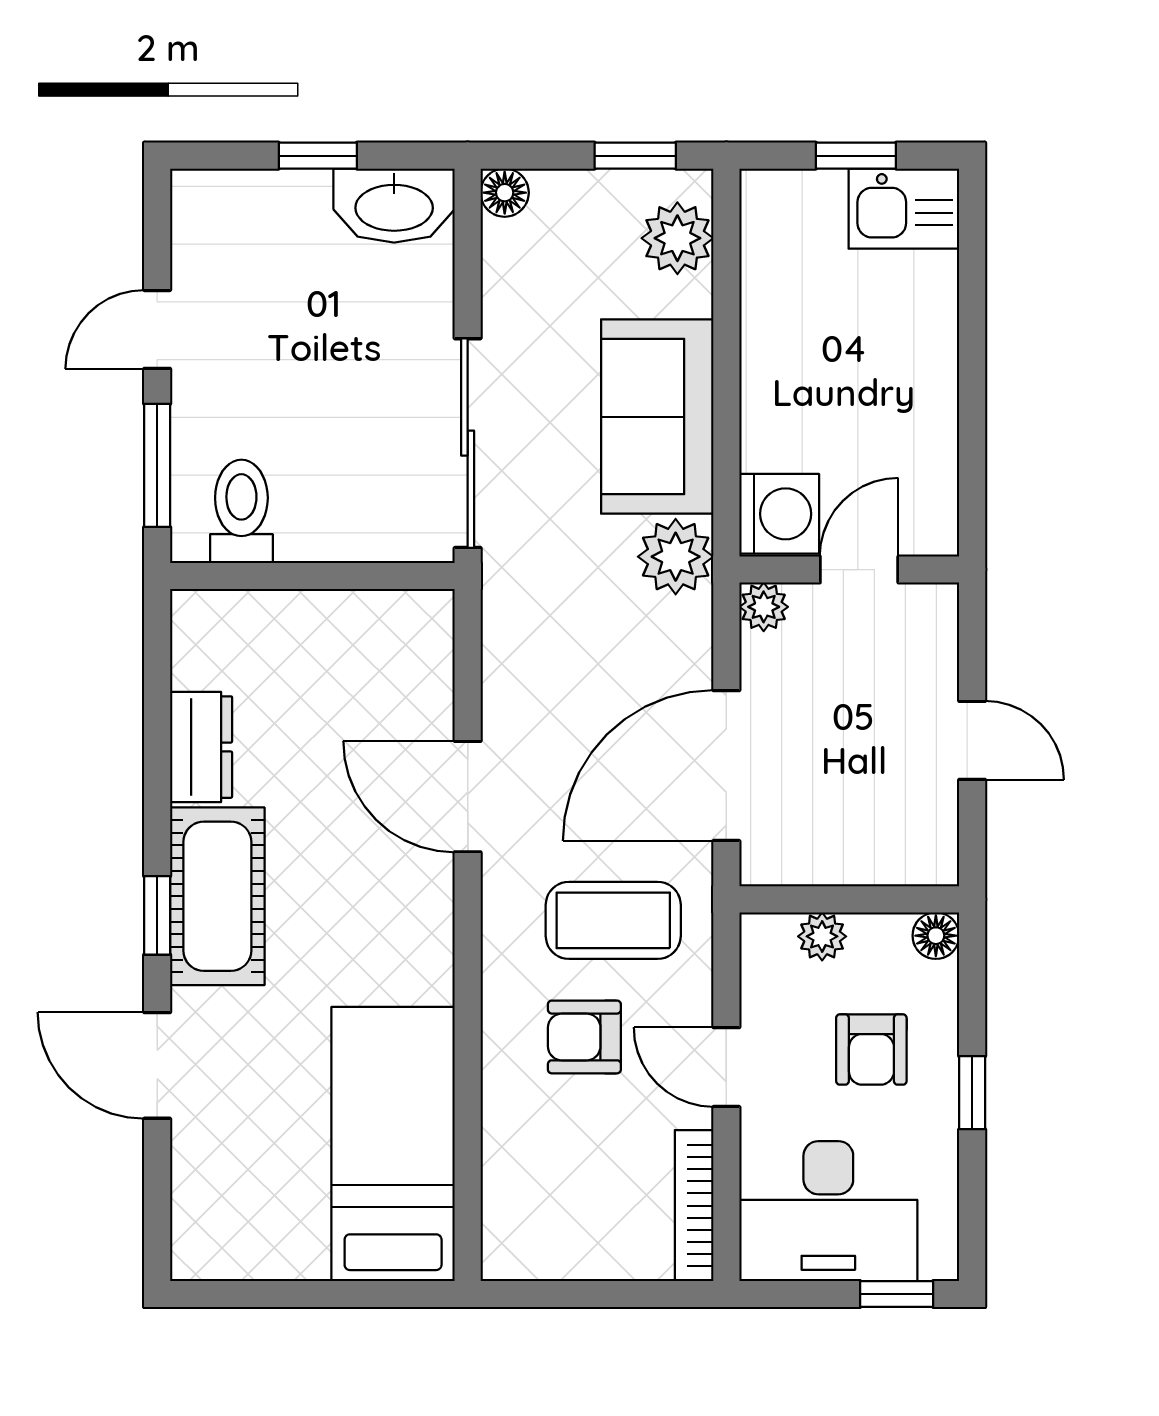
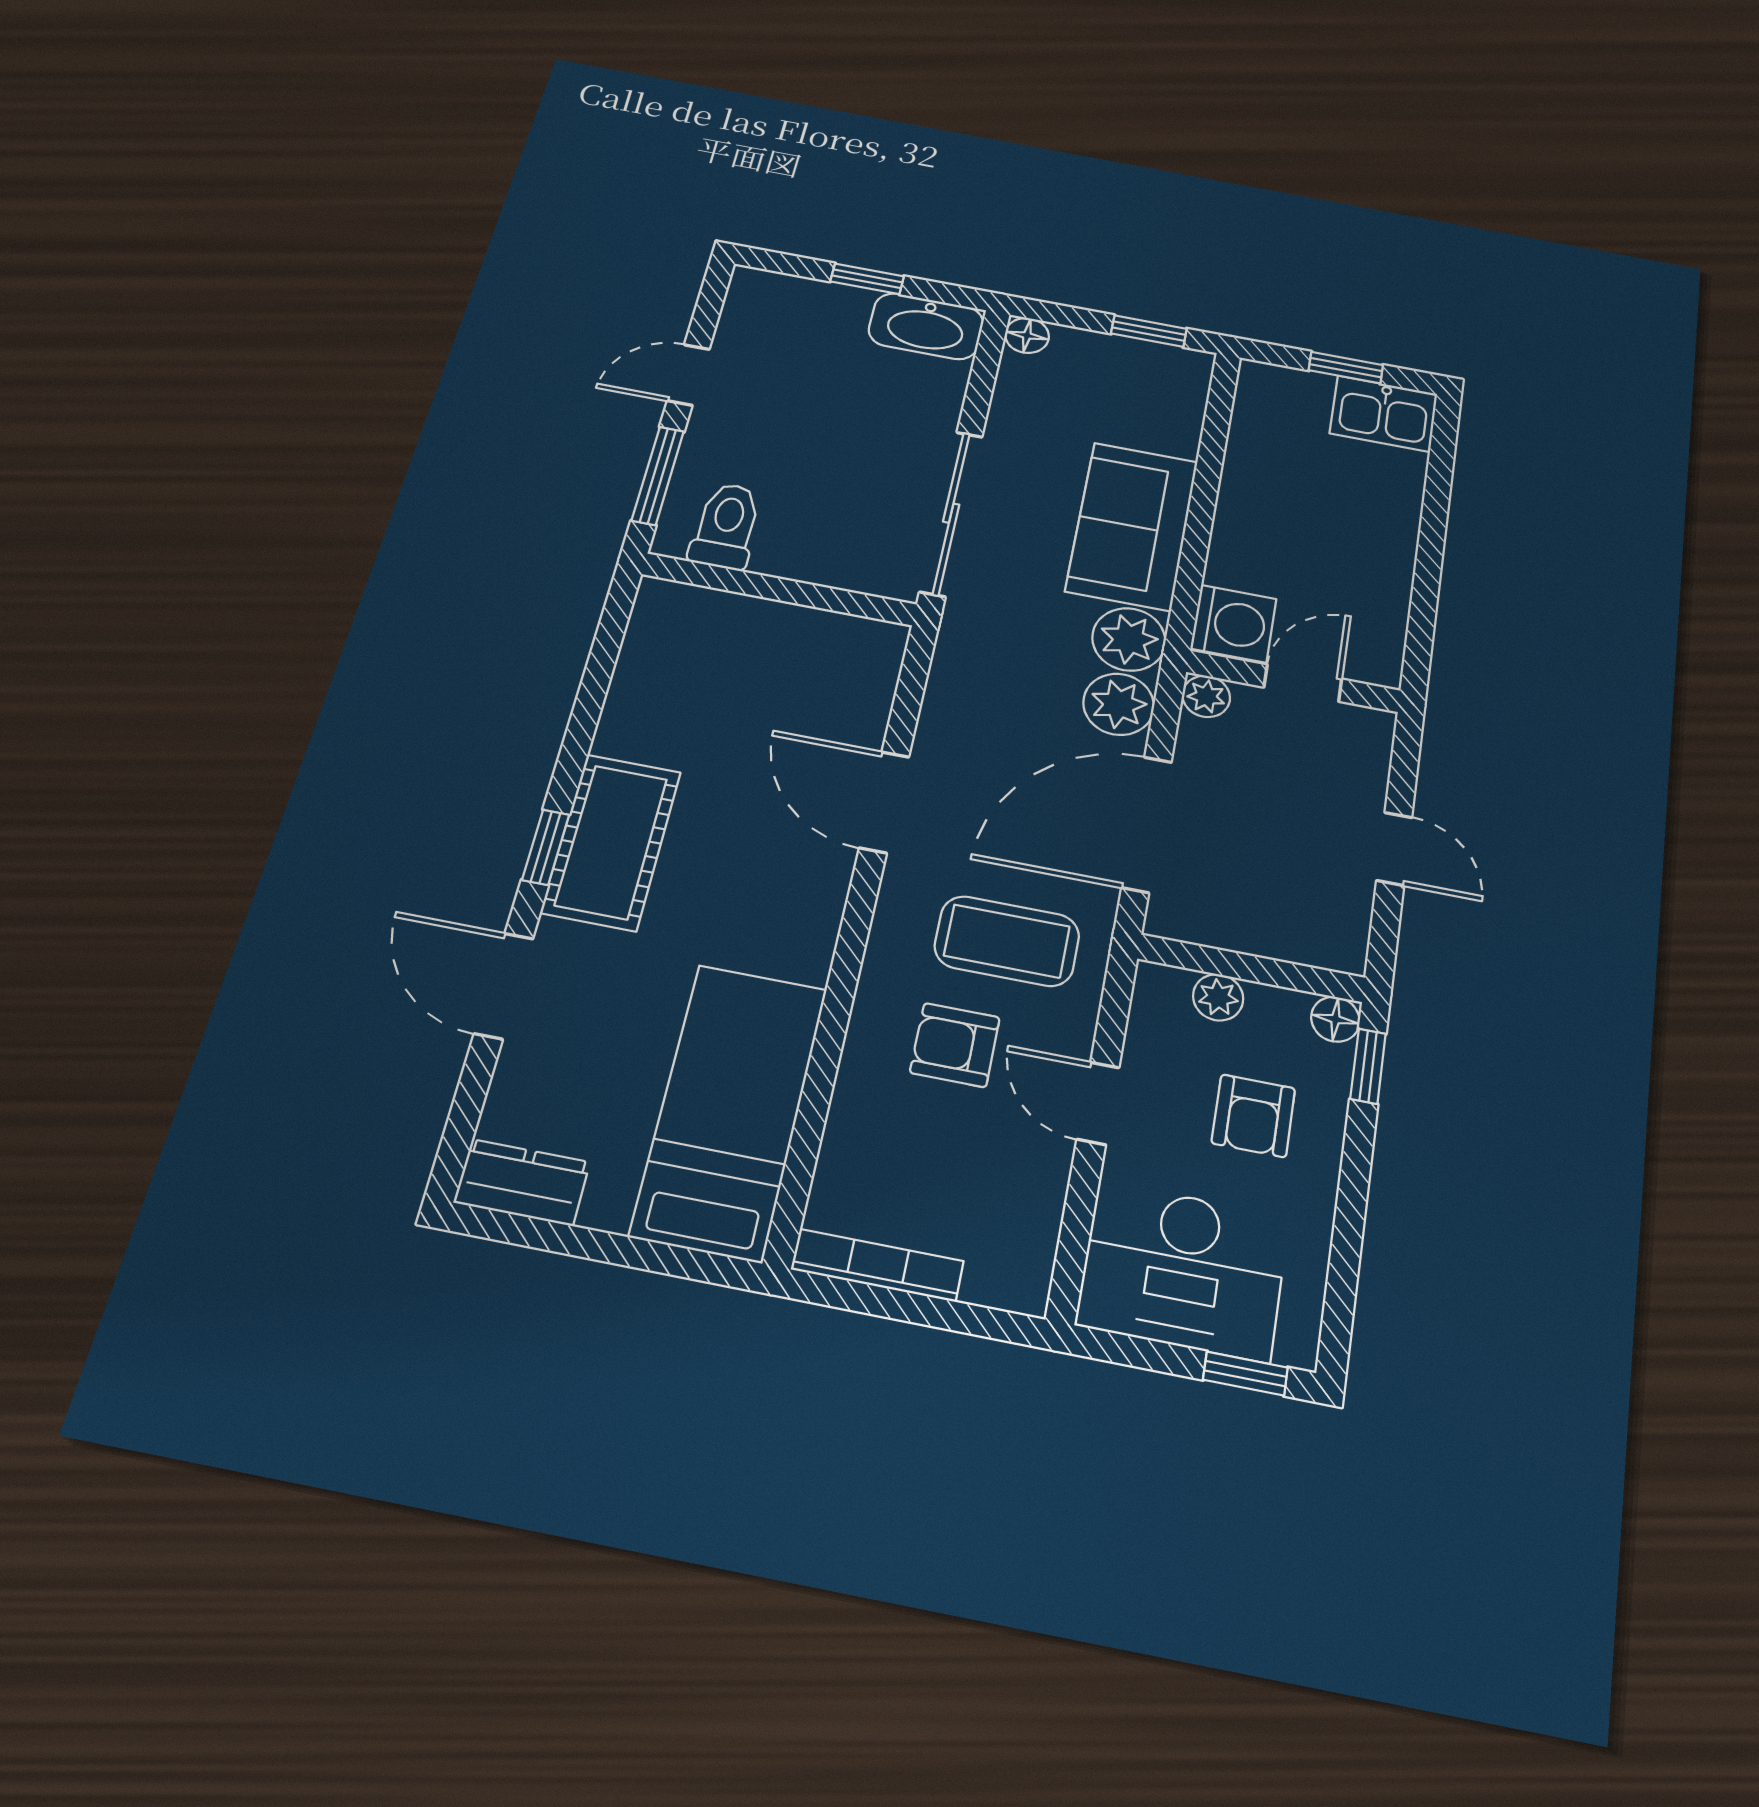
plant: (677, 238) -> (1119, 704), moved
dresser: (201, 747) -> (522, 1182), moved, turned -90
window: (972, 1093) -> (1368, 1066), moved
bookcase: (694, 1206) -> (877, 1265), moved, turned 90

